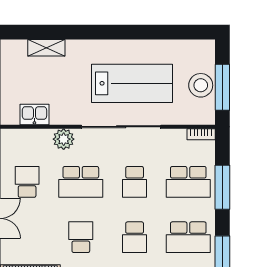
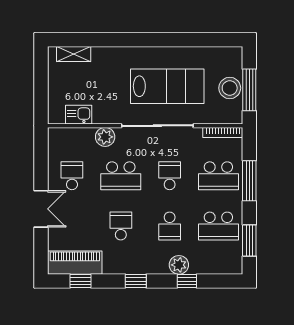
shelving: (46, 48) -> (74, 54), moved
bookcase: (201, 134) -> (223, 132), width x1.56
school desk: (135, 182) -> (170, 176), turned 180

